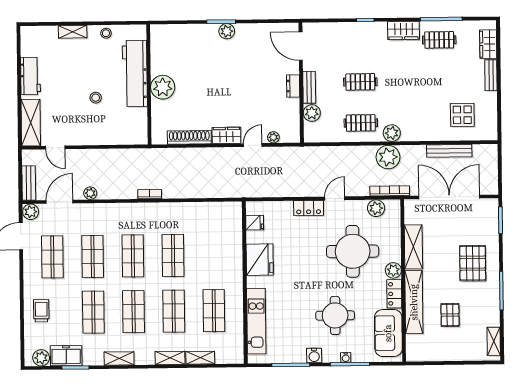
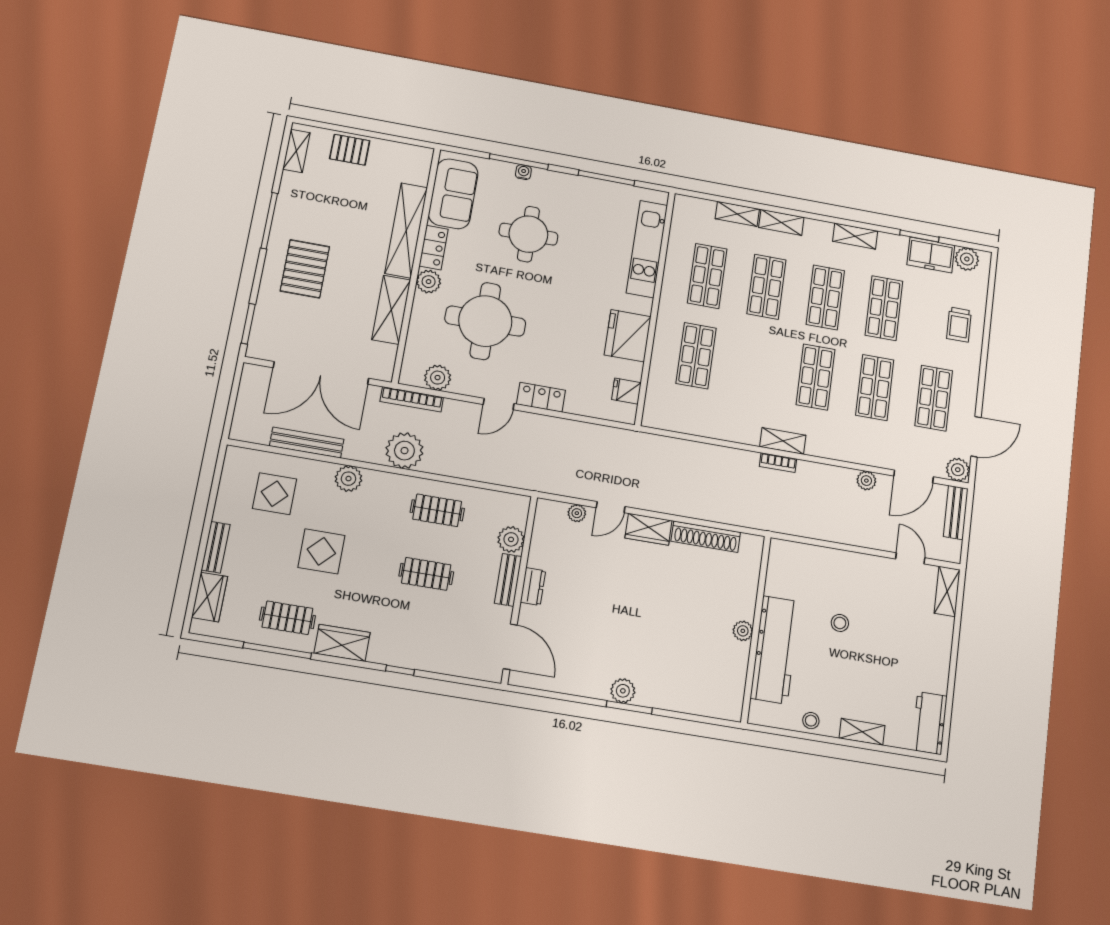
workbench: (30, 76) -> (929, 723), moved
display table: (427, 84) -> (321, 551), added
plant: (163, 87) -> (743, 631), width x0.53, depth x0.53
shelving: (31, 123) -> (947, 591), width x0.67, depth x0.75
plant: (392, 133) -> (348, 479), moved
shelving: (149, 209) -> (783, 441), added
shop shelf: (173, 255) -> (696, 356), moved
pallet: (450, 315) -> (350, 150), moved, turned 90
water cooler: (314, 355) -> (570, 184), removed

